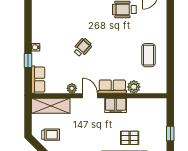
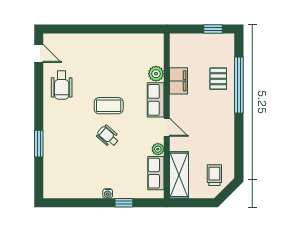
coffee table: (149, 55) -> (109, 106), moved
row of seats: (38, 80) -> (156, 173), moved, turned -90
door: (90, 96) -> (167, 127), swing flipped
filing cabinet: (116, 105) -> (179, 81), moved

